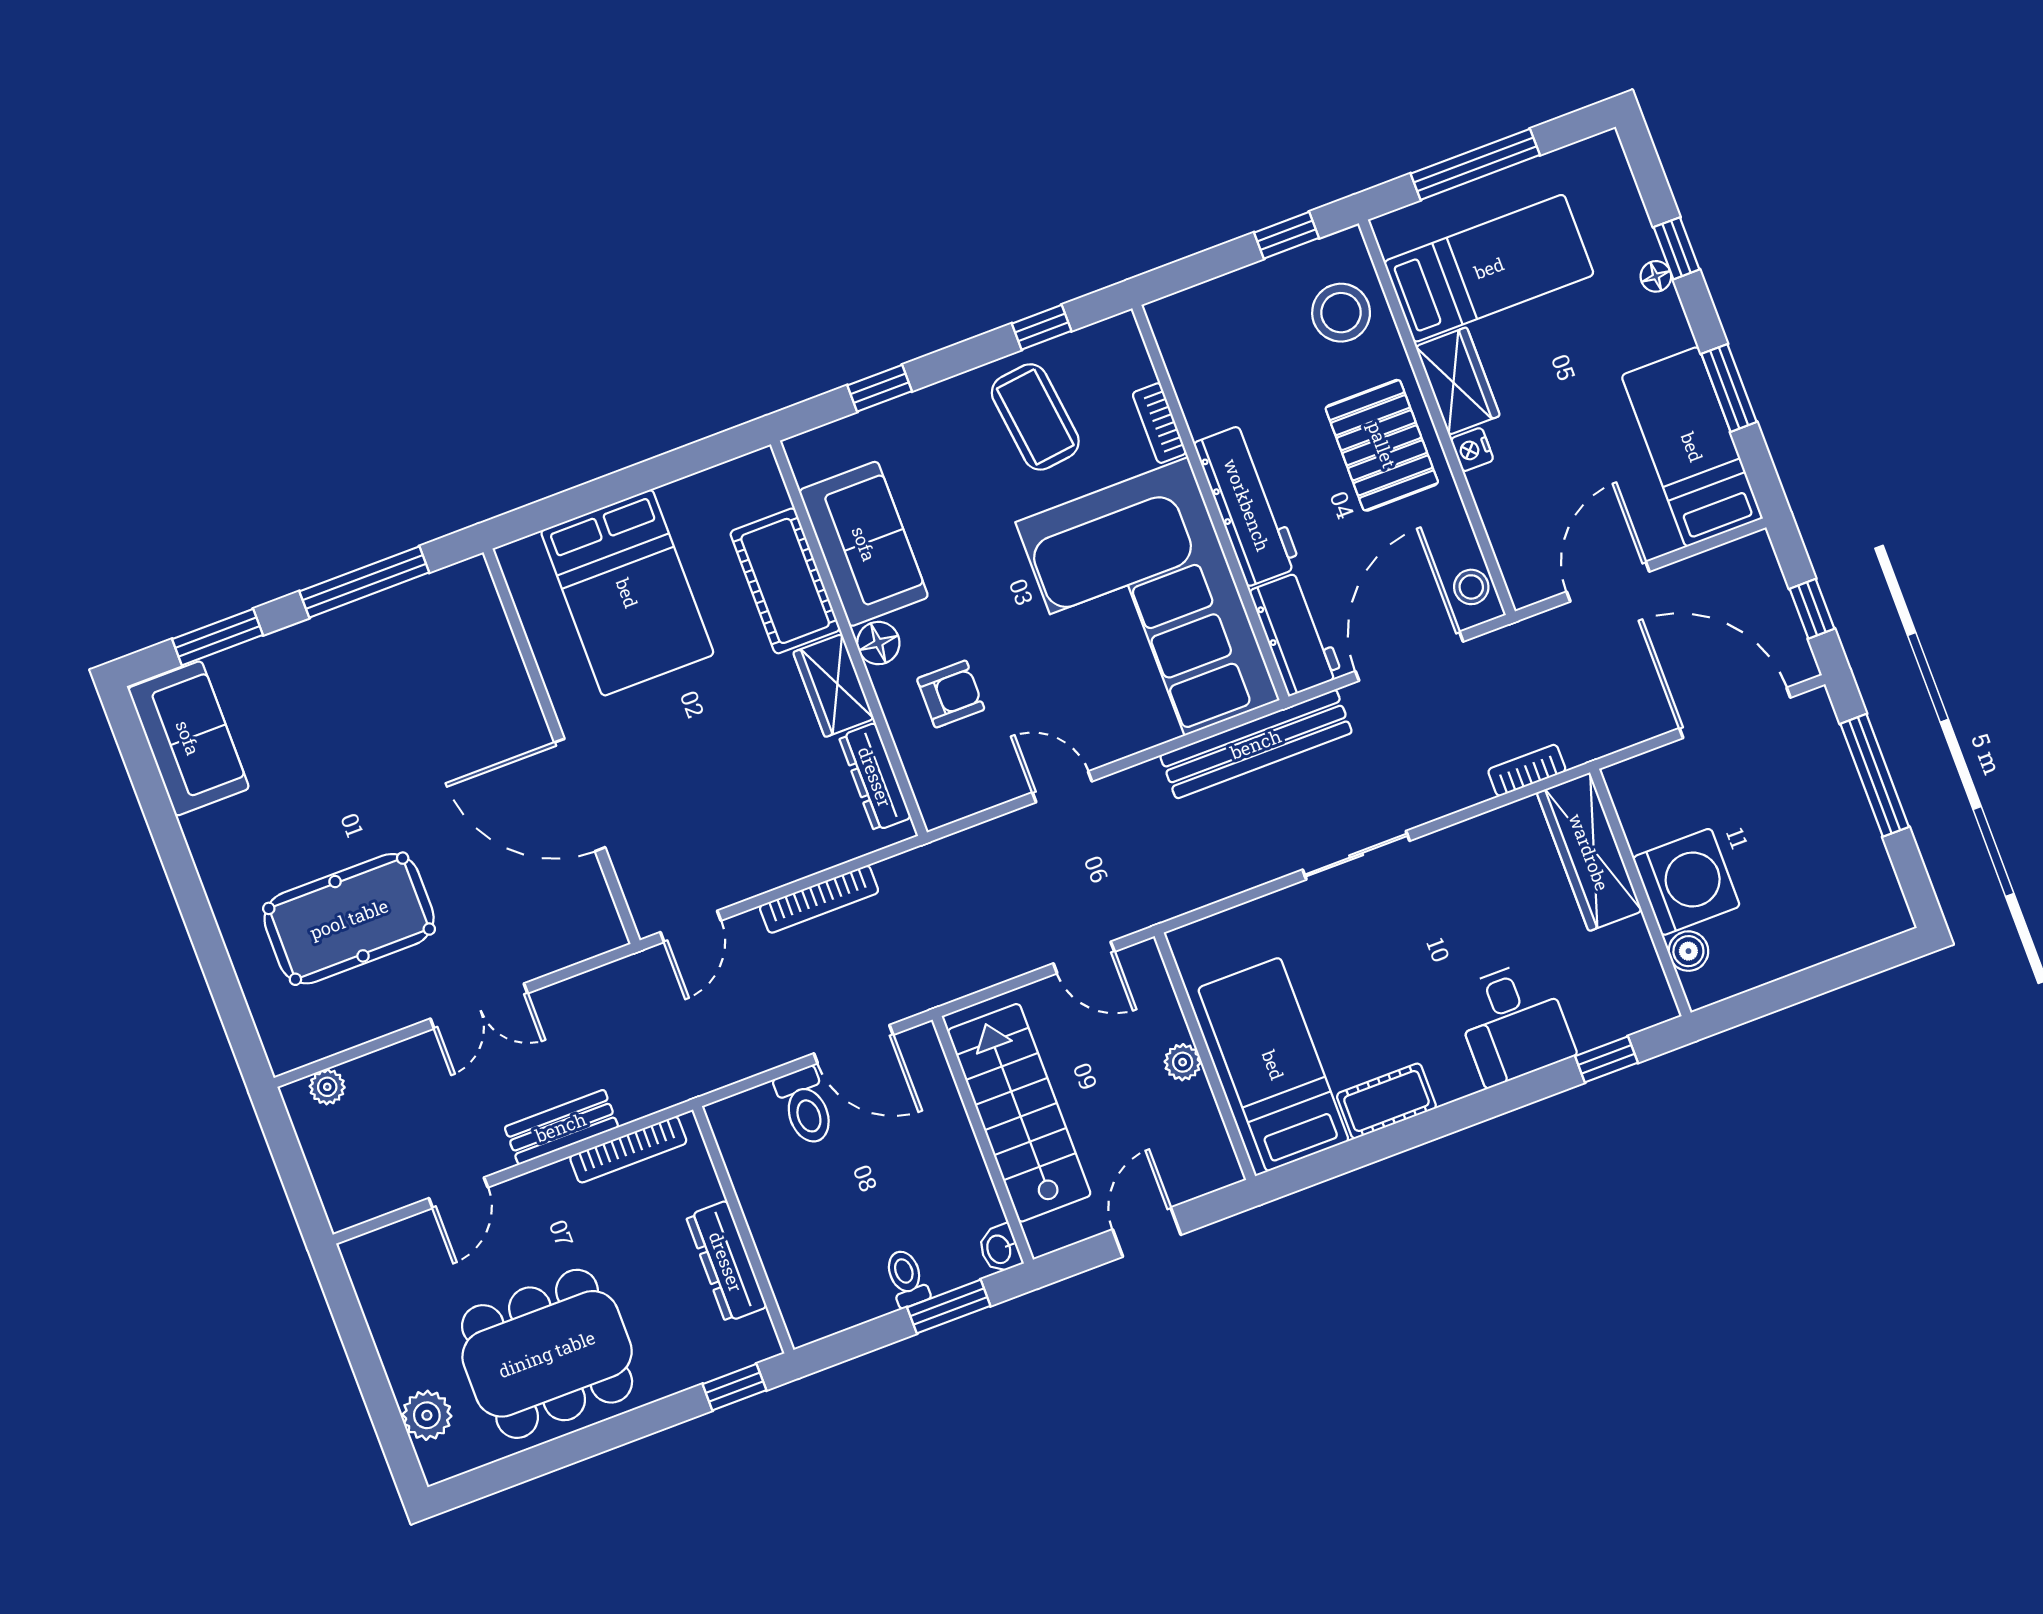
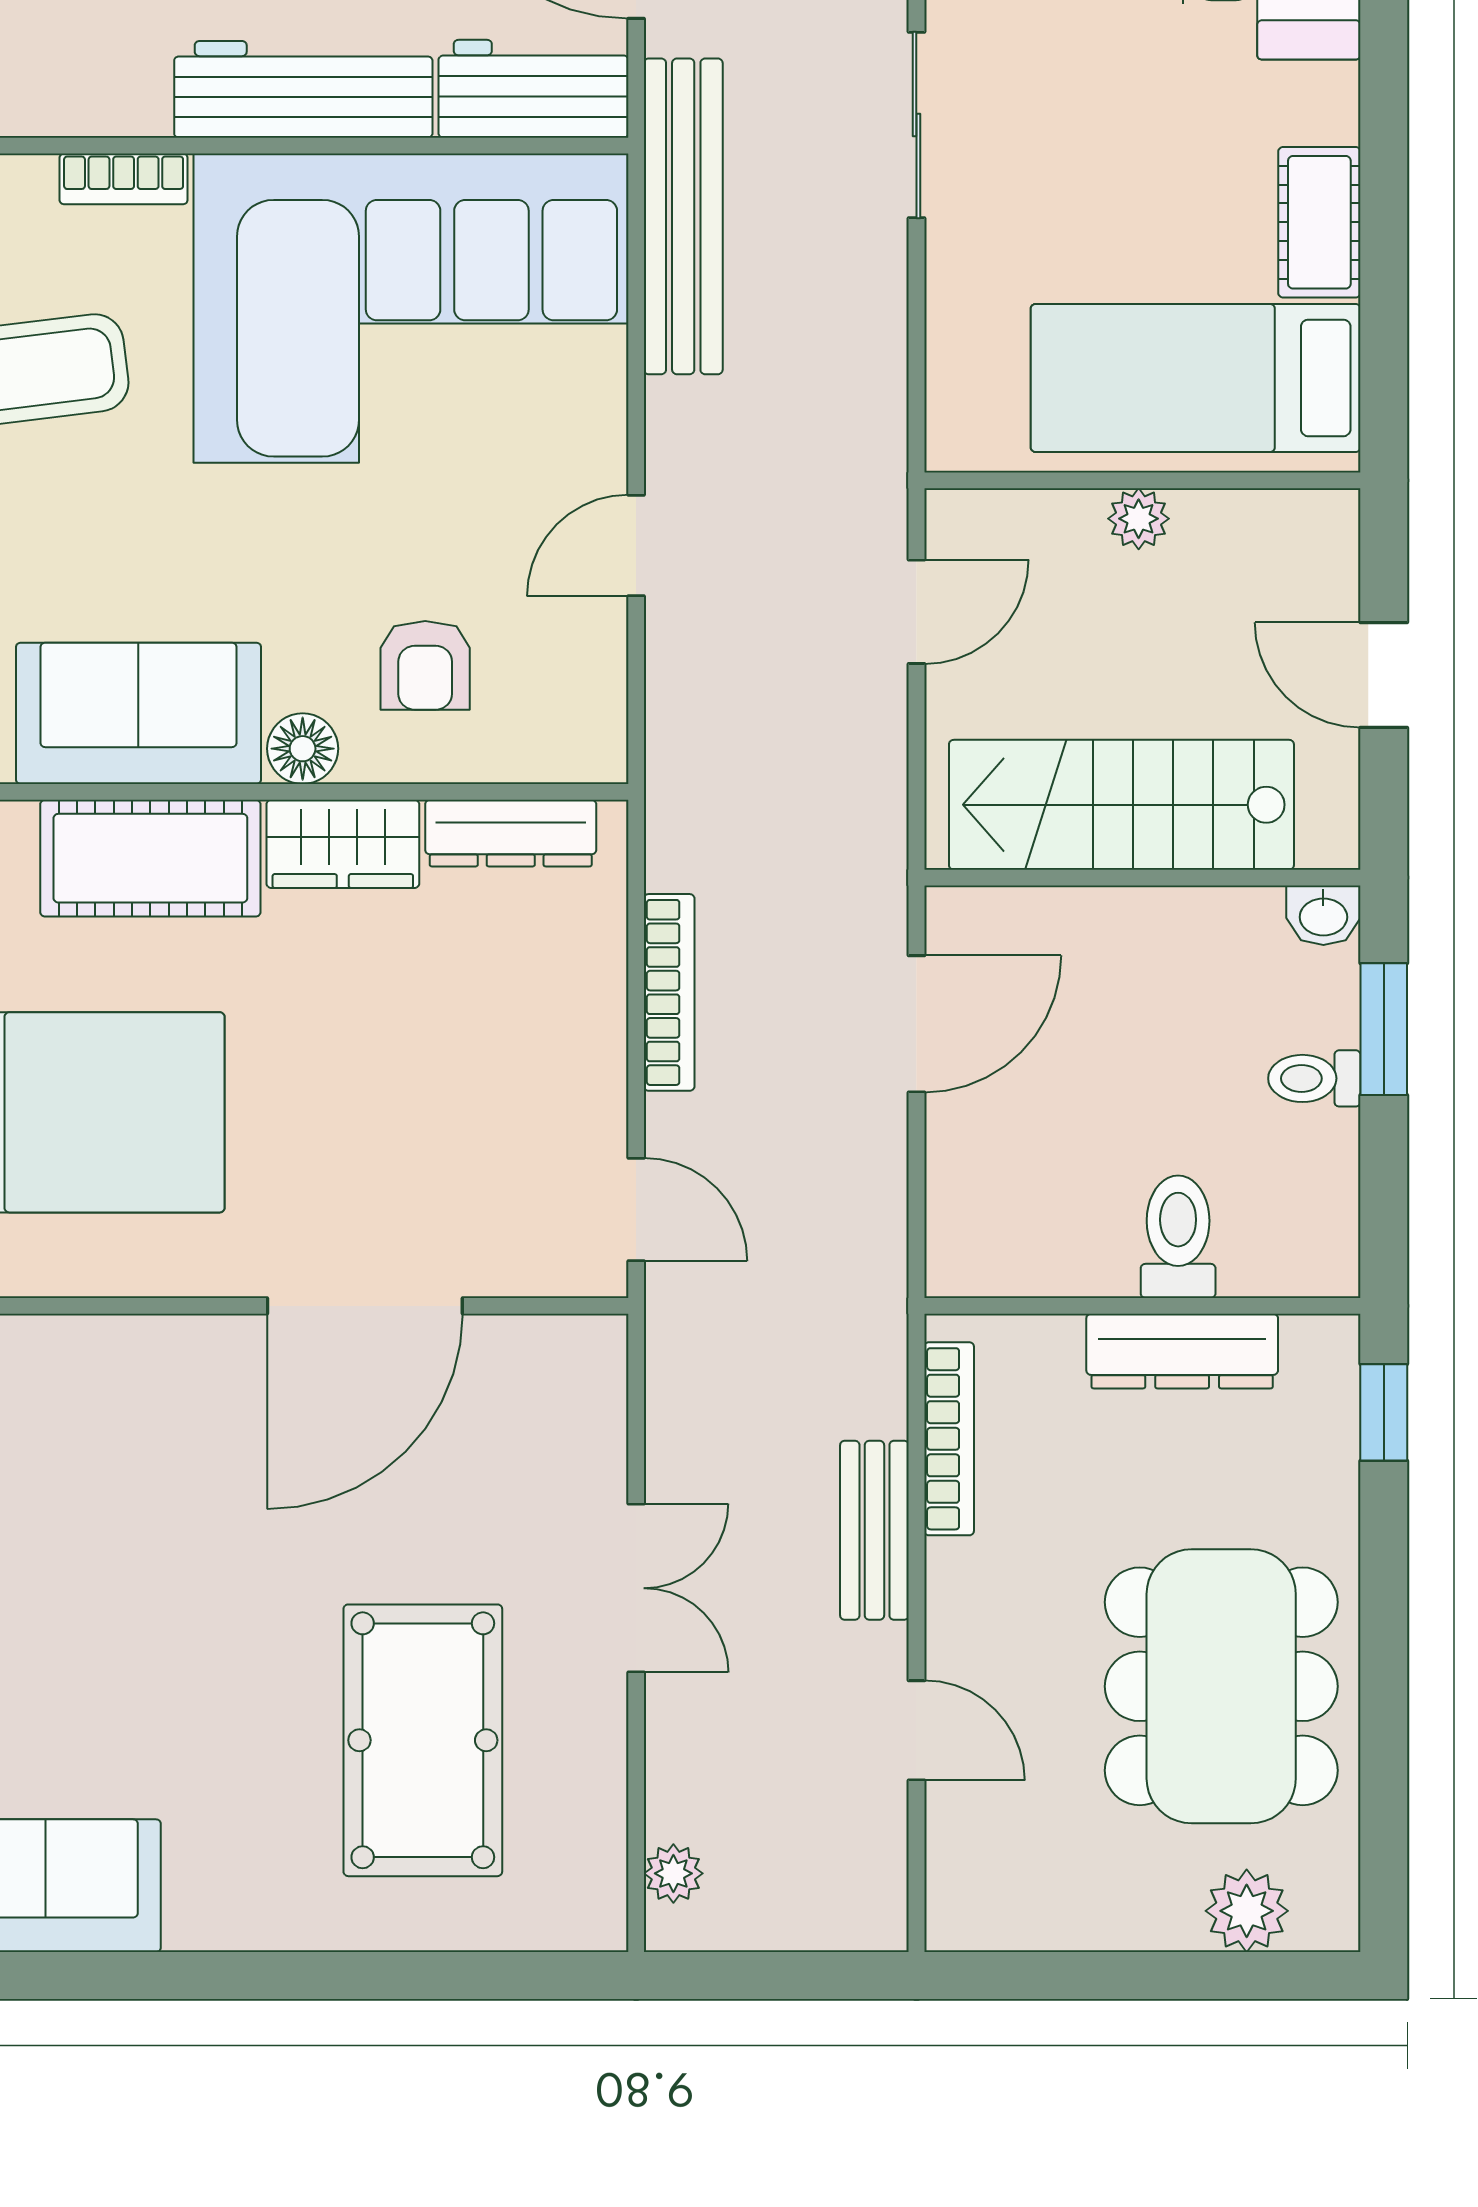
armchair: (951, 694) -> (425, 665), turned 180
toilet: (805, 1106) -> (1178, 1237), moved, turned -90

